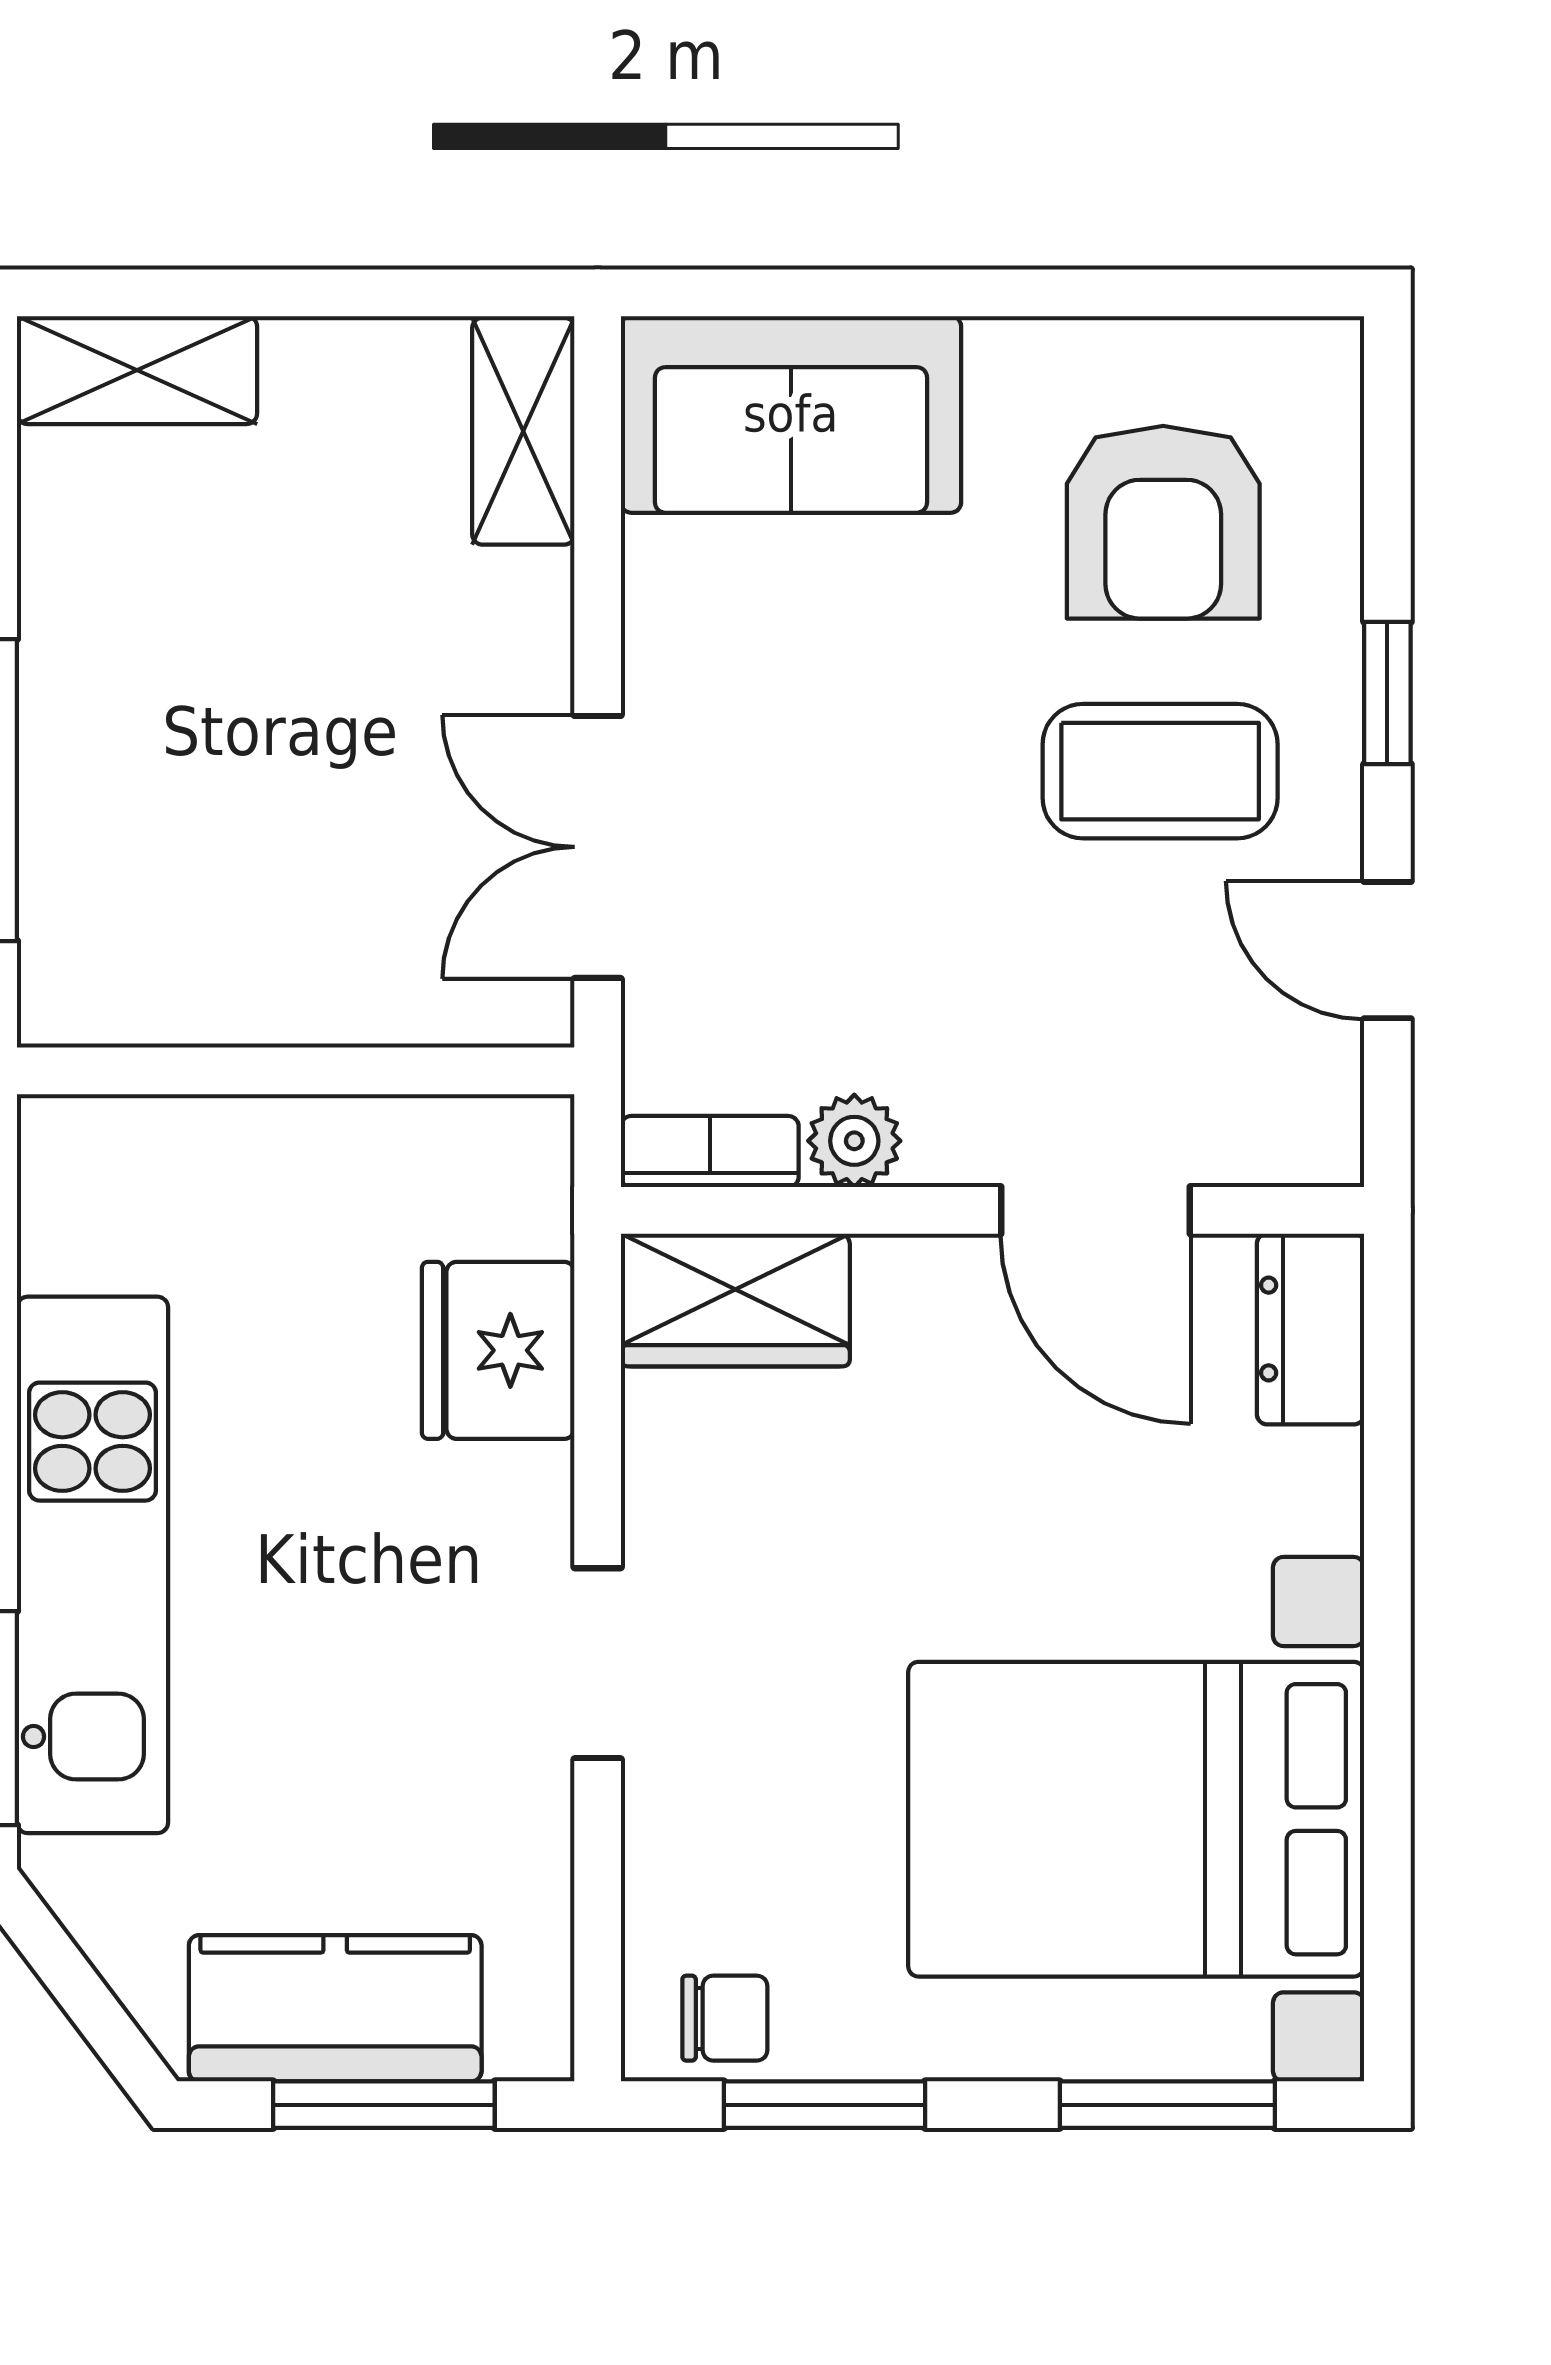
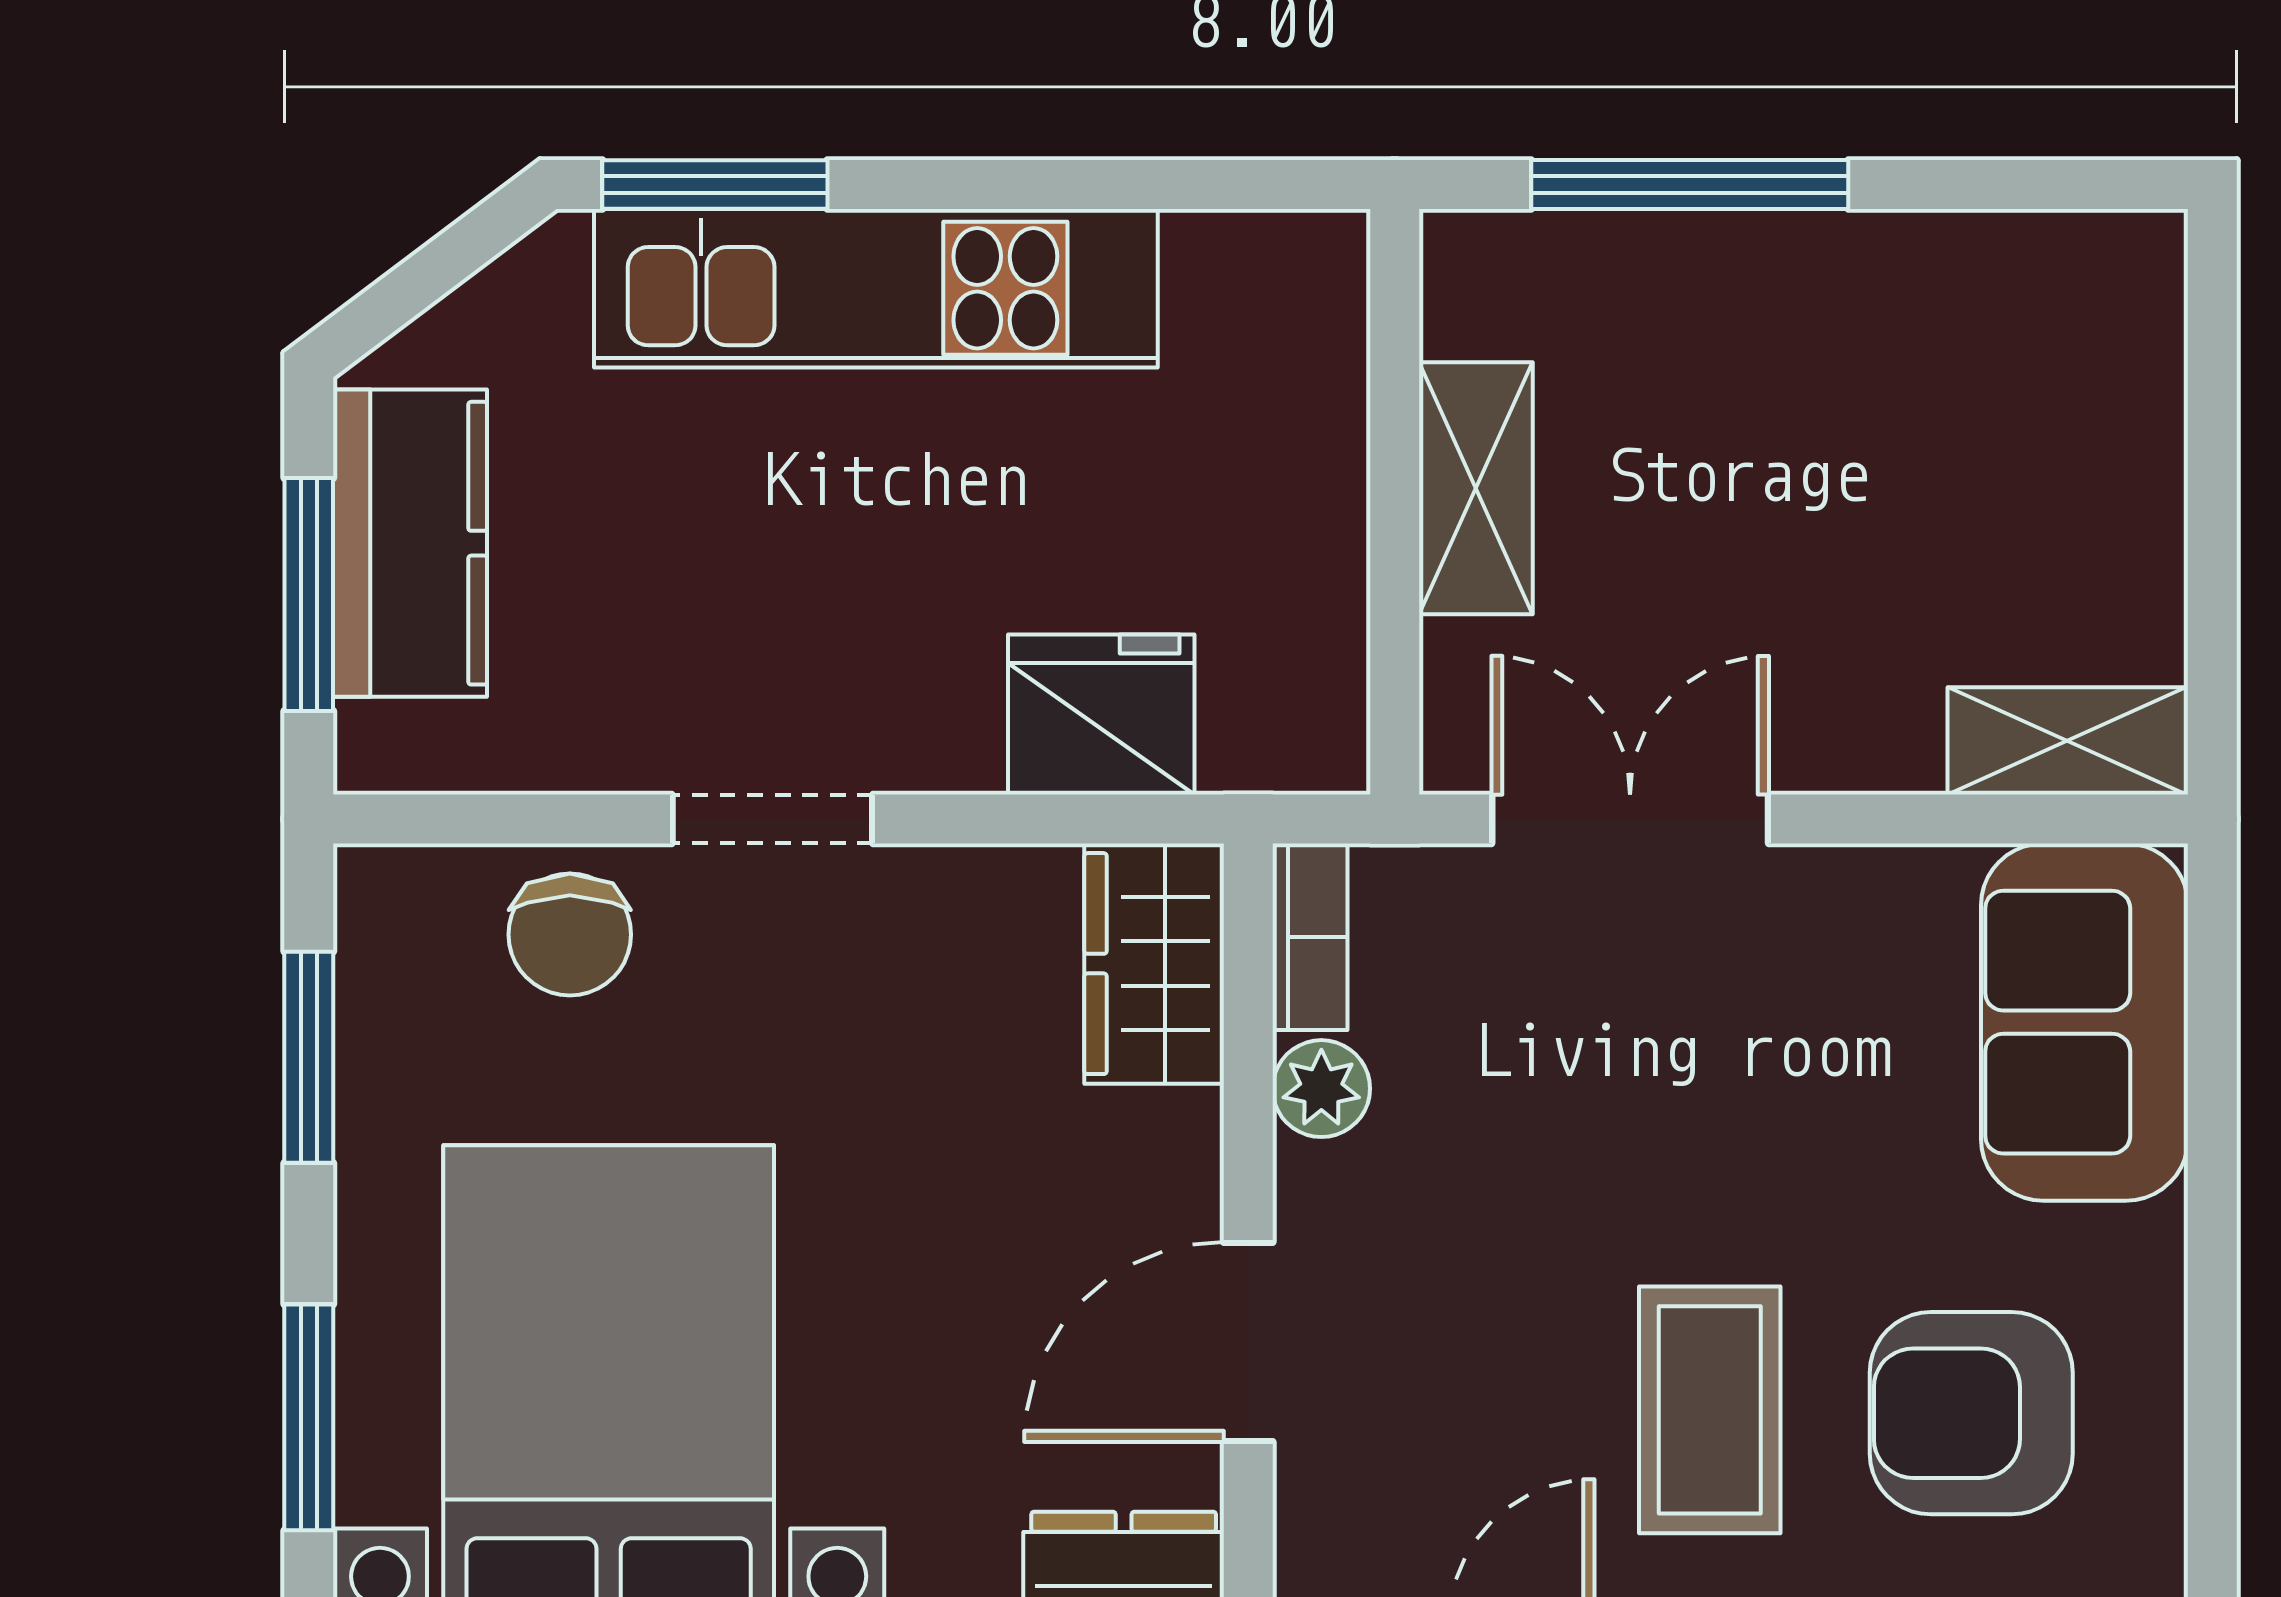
shelving: (137, 370) -> (1476, 488), moved
chair: (725, 2018) -> (570, 935), moved, width x1.37, depth x1.37

